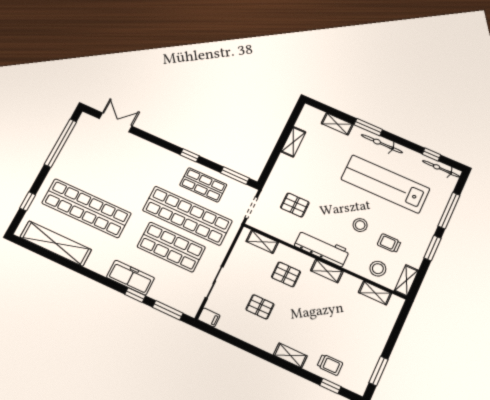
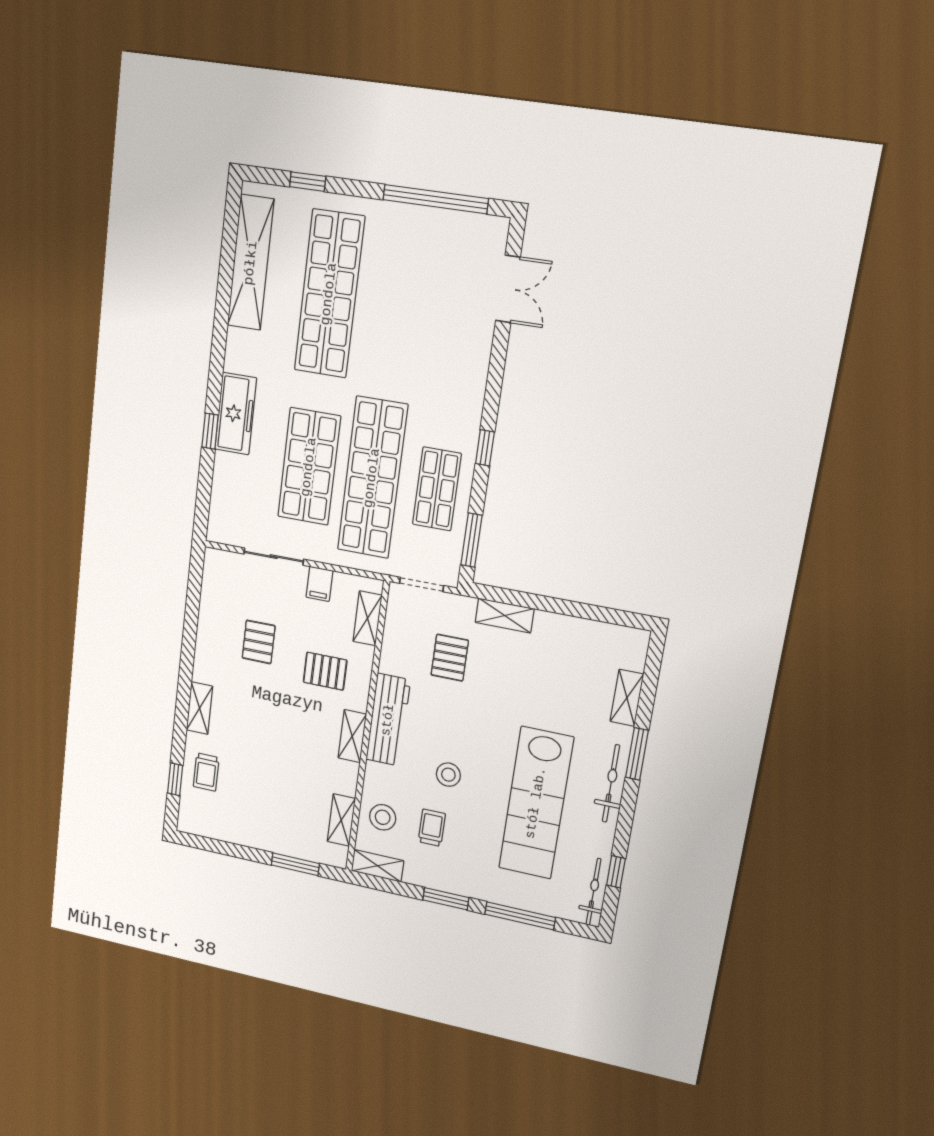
shelving: (293, 142) -> (505, 616), moved
lab bench: (385, 184) -> (536, 803), turned 180
pallet: (286, 274) -> (325, 671), turned 90
window: (168, 310) -> (204, 493), removed
filing cabinet: (209, 317) -> (319, 584), moved
window: (379, 371) -> (295, 864), moved

